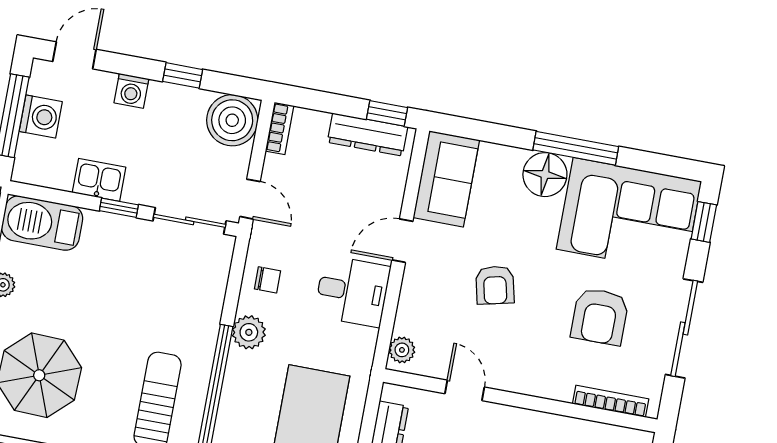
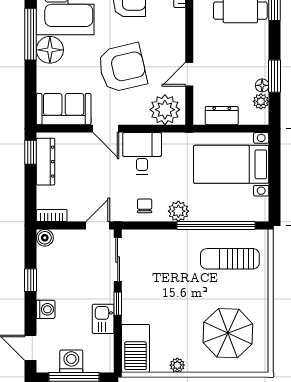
boiler: (232, 120) -> (45, 238), width x0.54, depth x0.54
armchair: (495, 285) -> (122, 68), width x1.88, depth x1.88
plant: (402, 350) -> (165, 110), width x1.88, depth x1.88

